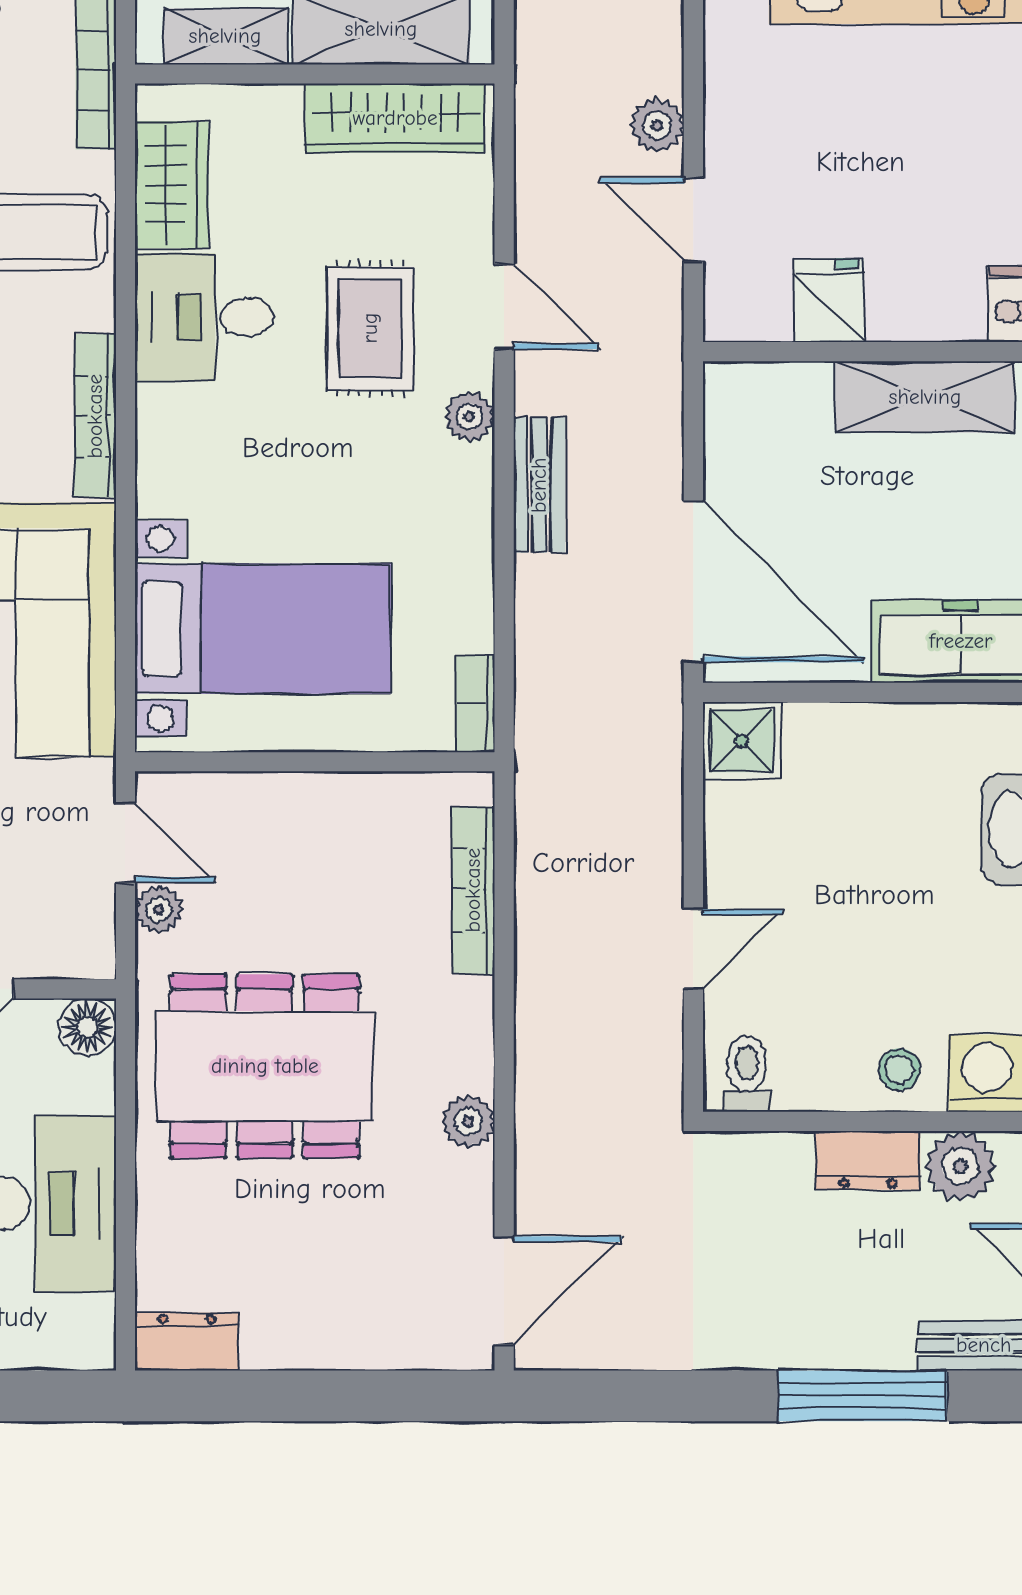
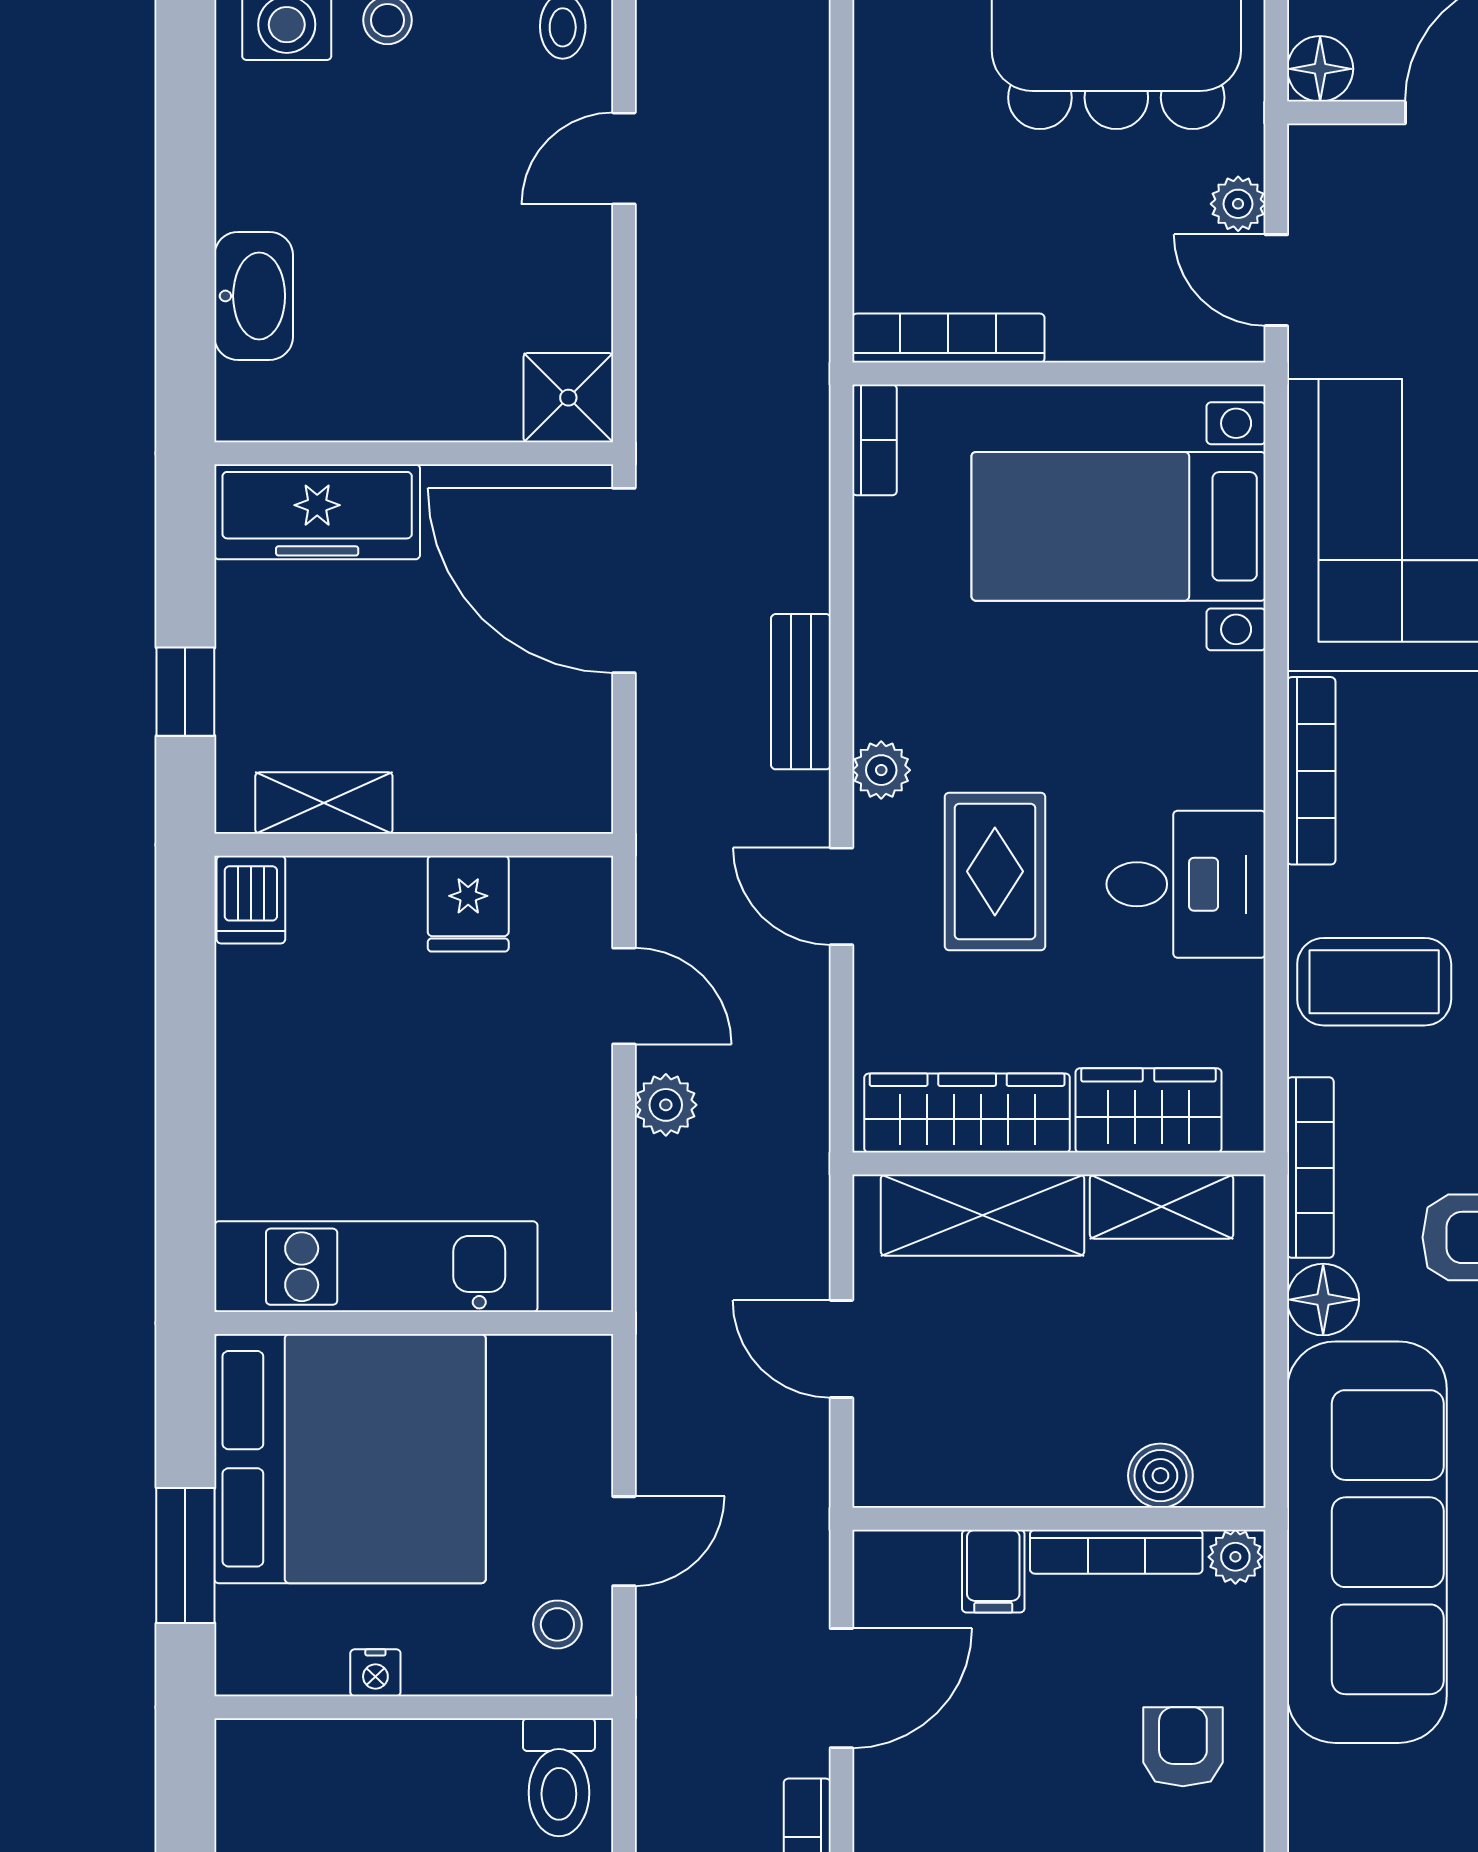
wardrobe: (172, 185) -> (1148, 1110), moved, turned 90
shelving: (925, 397) -> (324, 803), width x0.67, depth x0.75
bookcase: (473, 890) -> (948, 338), moved, turned -90

